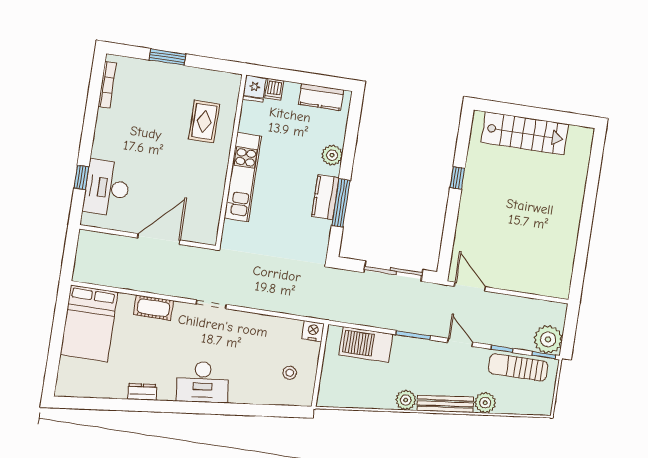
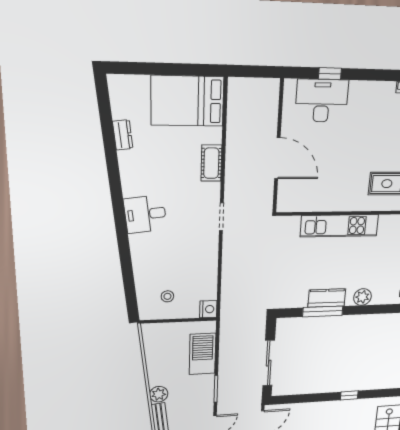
desk: (203, 382) -> (145, 214), width x0.73
dresser: (142, 392) -> (123, 135), moved

